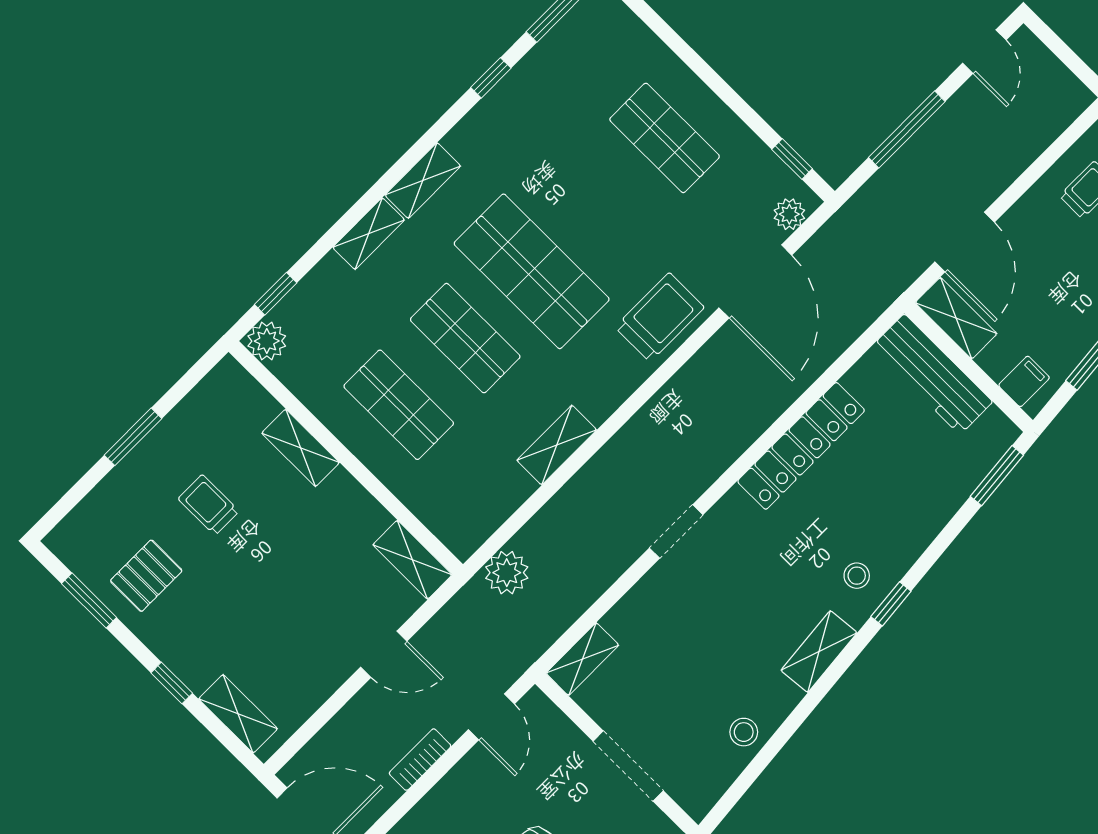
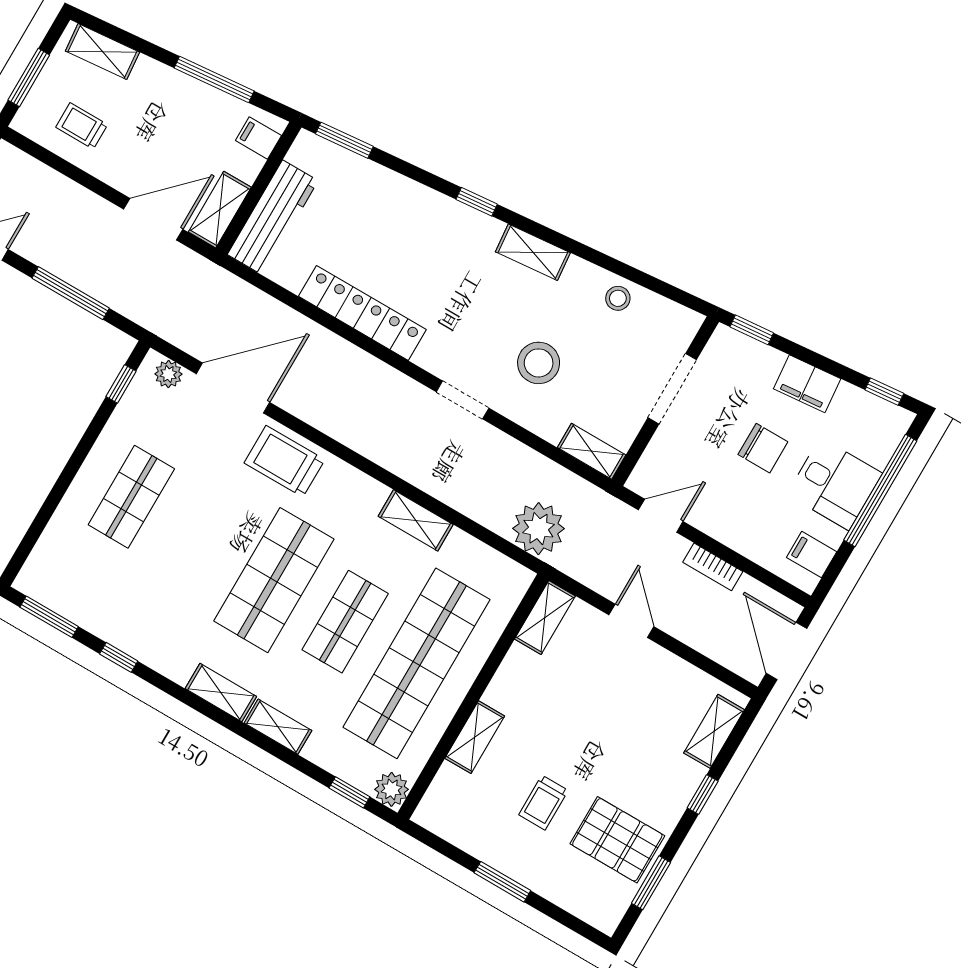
shop shelf: (399, 405) -> (416, 663), width x2.00, depth x1.36
plant: (507, 573) -> (538, 529), width x1.36, depth x1.36
pallet: (146, 576) -> (617, 840), width x1.50, depth x1.42
stool: (857, 576) -> (539, 363), moved, width x1.89, depth x1.89

